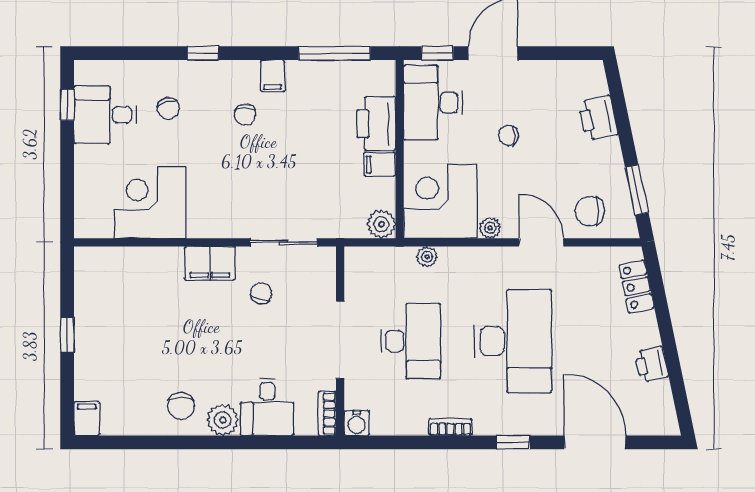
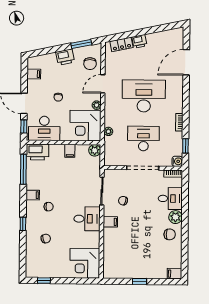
filing cabinet: (564, 76) -> (34, 74), added
desk: (105, 115) -> (87, 219), moved, turned -90
printer: (598, 118) -> (65, 57), moved
printer: (376, 124) -> (37, 152), moved
corner desk: (150, 203) -> (85, 263), moved
filing cabinet: (210, 263) -> (110, 222), width x0.50
printer: (652, 364) -> (139, 41), moved
window: (513, 442) -> (185, 146), moved

